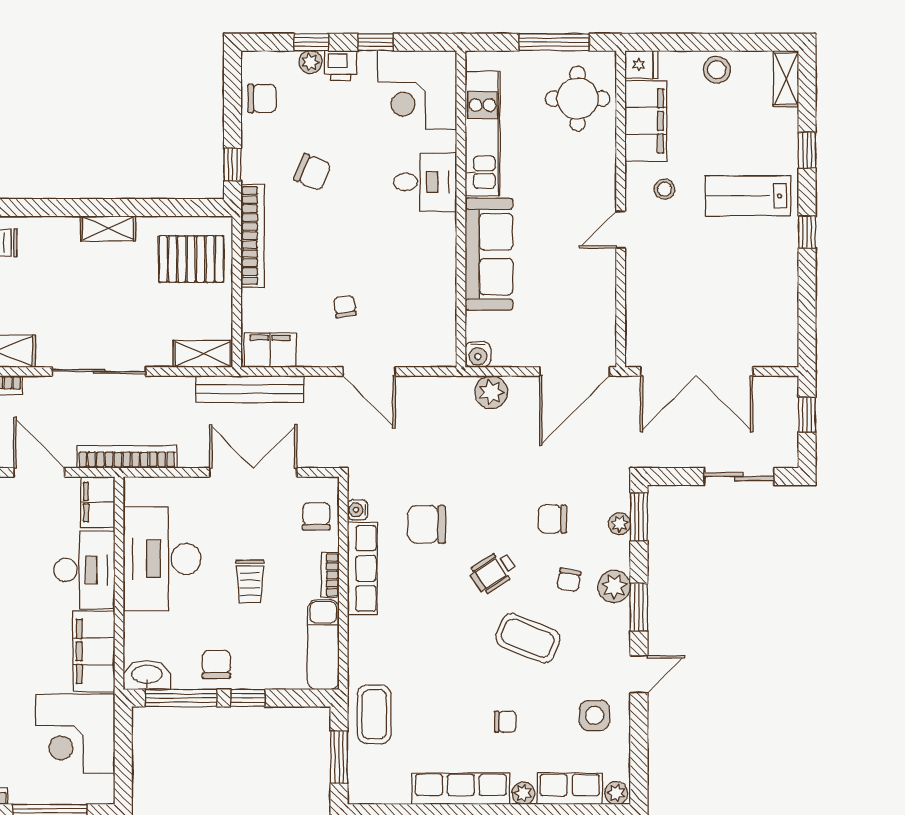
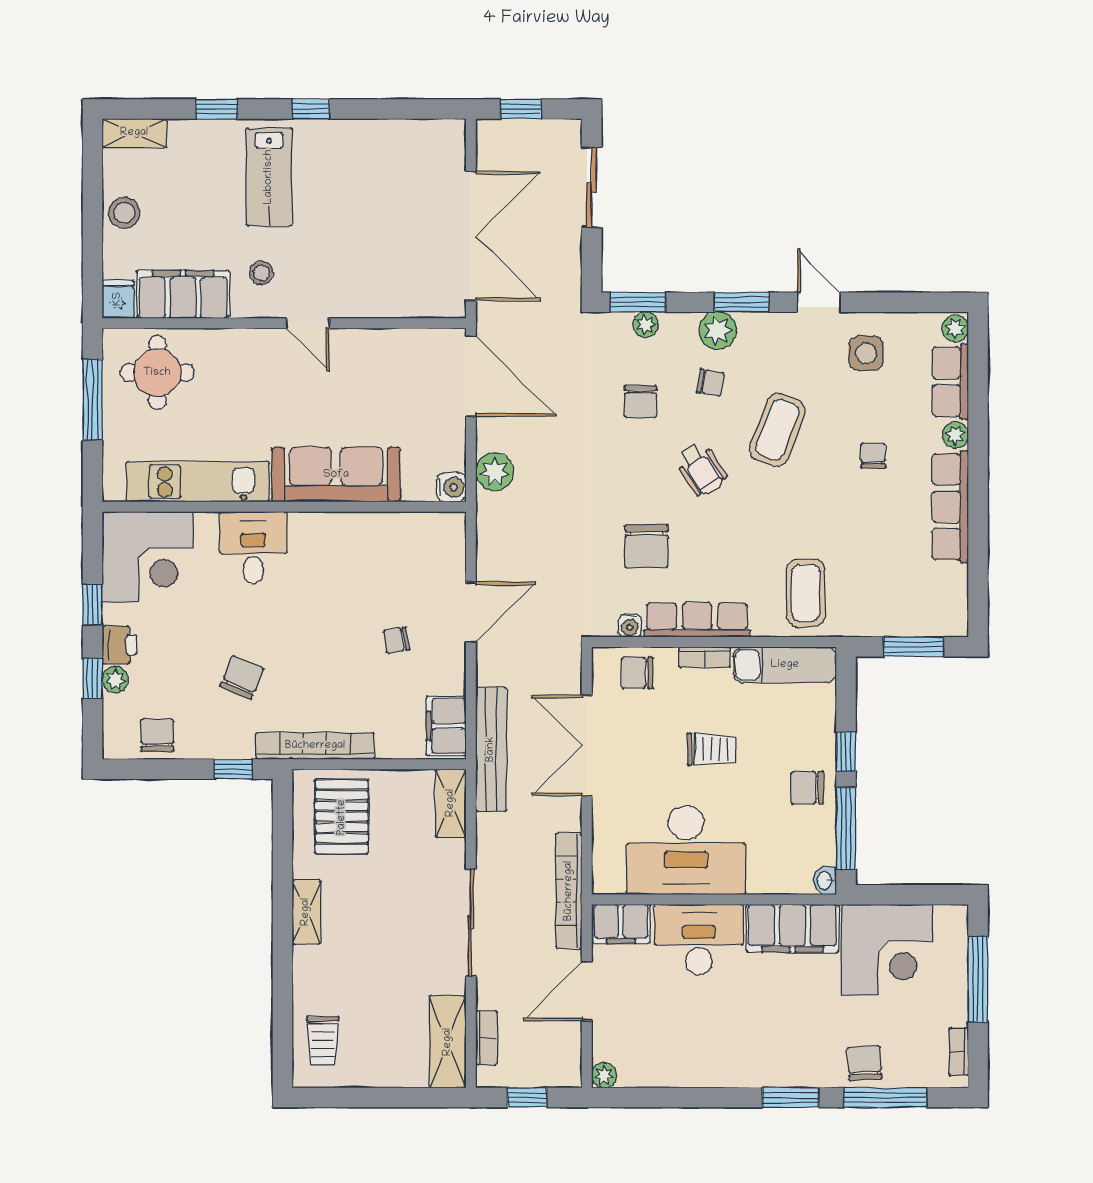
washbasin: (147, 675) -> (825, 880), width x0.52, depth x0.69
coffee table: (374, 714) -> (806, 593), moved, turned 90

